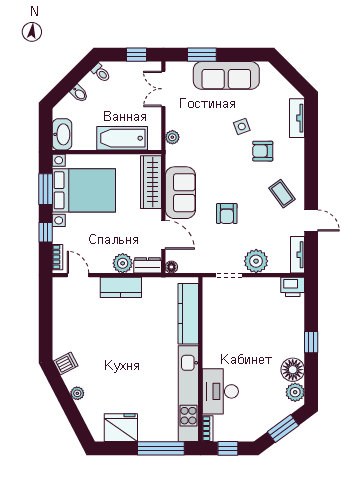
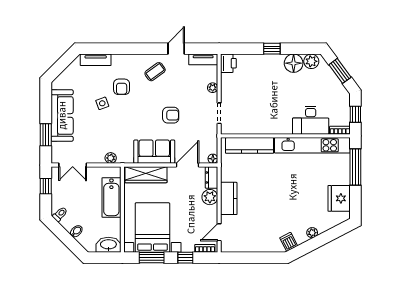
plant: (256, 261) -> (213, 88), width x0.53, depth x0.53

